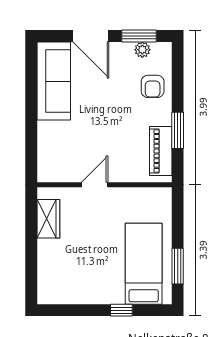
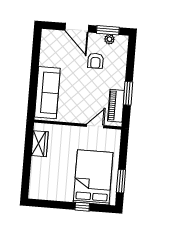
sofa: (54, 81) -> (47, 93), moved
armchair: (153, 86) -> (96, 61), moved
door: (95, 185) -> (95, 126), moved
bed: (144, 264) -> (93, 177), width x1.50

